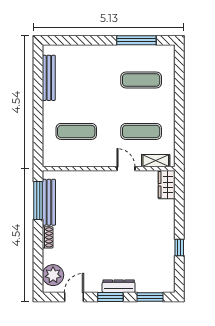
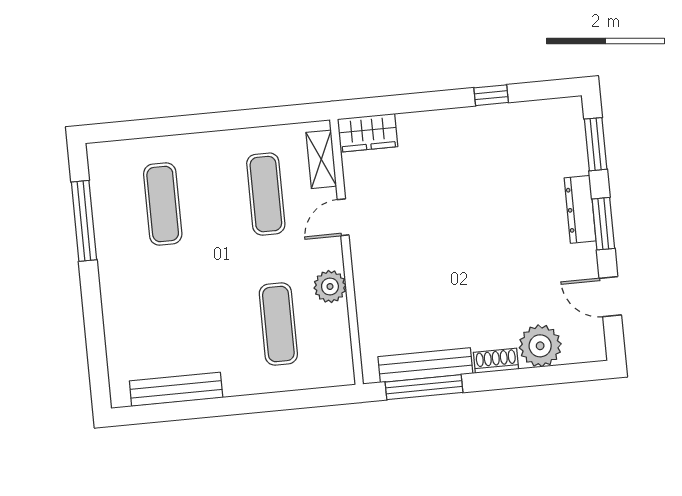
plant: (92, 159) -> (330, 286), added
plant: (53, 275) -> (540, 346), moved

